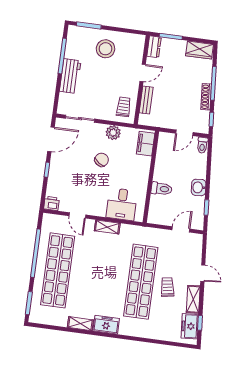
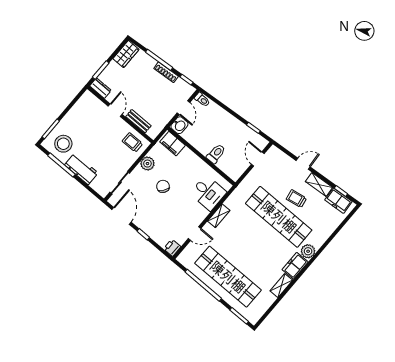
stool: (106, 49) -> (63, 144), moved
washbasin: (199, 187) -> (179, 125), moved, turned -85
plant: (127, 328) -> (308, 251), added

